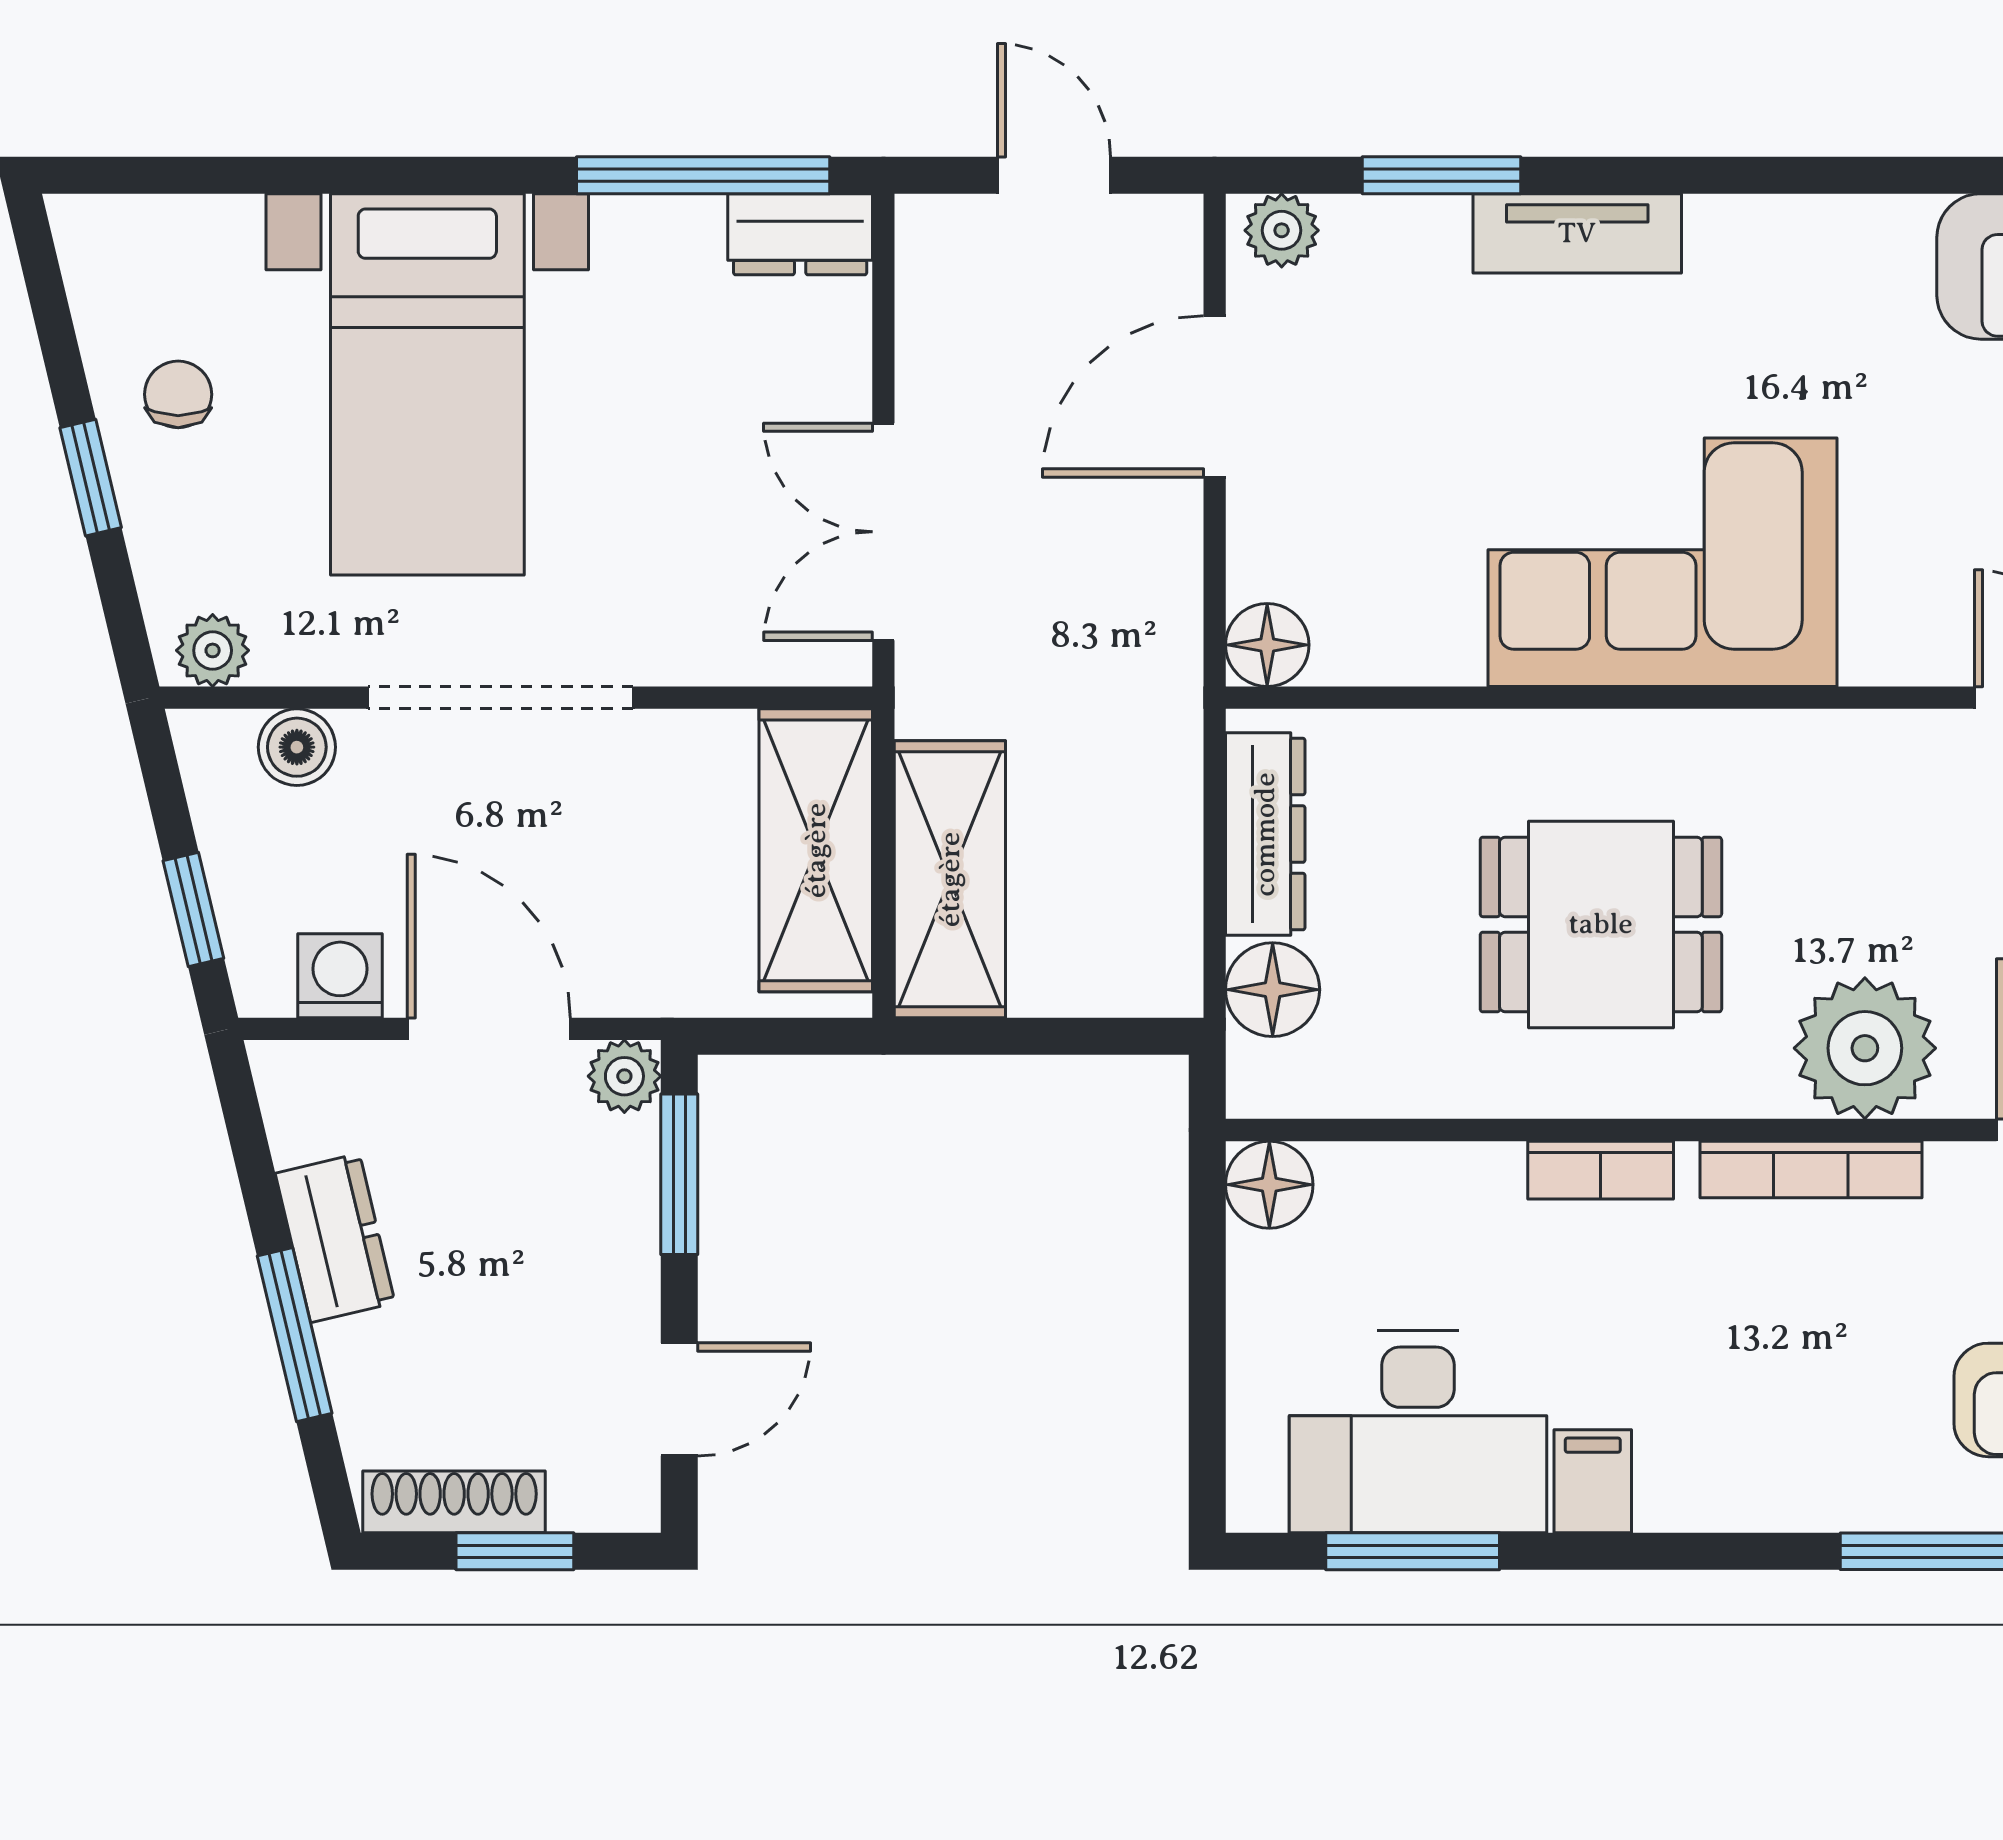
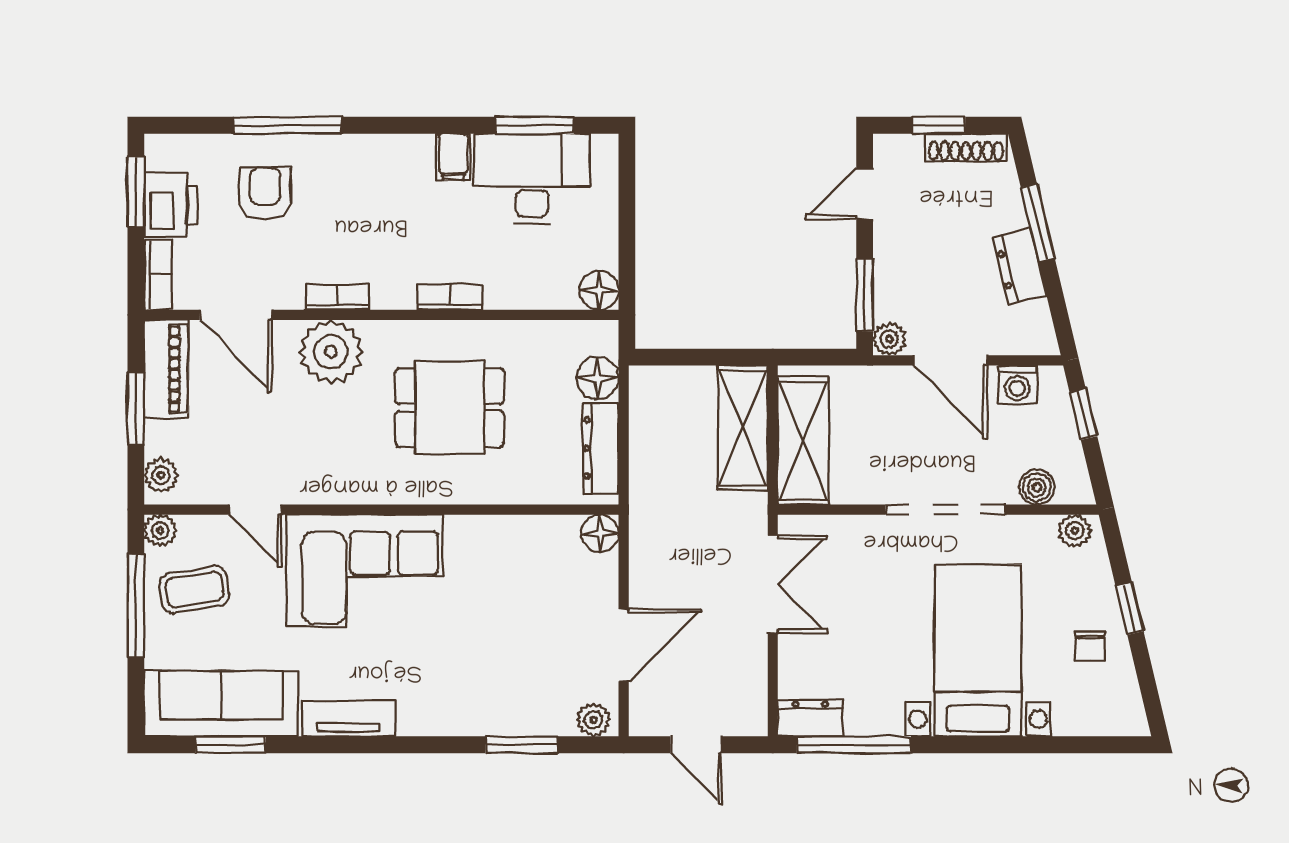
tv unit: (1577, 233) -> (349, 719), moved
corner sofa: (1662, 562) -> (365, 571), moved
bookcase: (1811, 1169) -> (337, 297), width x0.64

